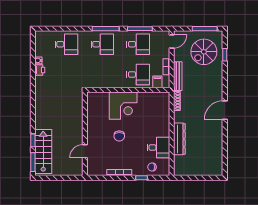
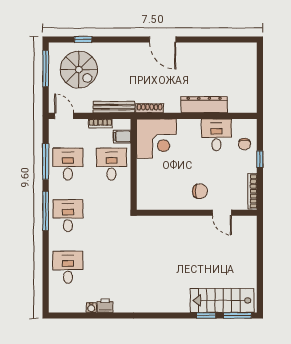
corner desk: (123, 106) -> (156, 139), moved, turned 90
wall: (85, 134) -> (197, 213), moved
door: (85, 151) -> (222, 213), moved

